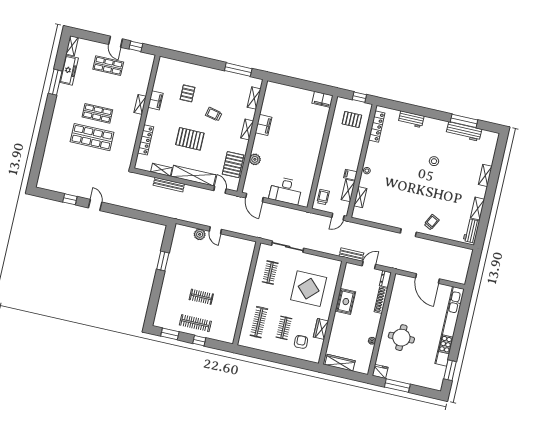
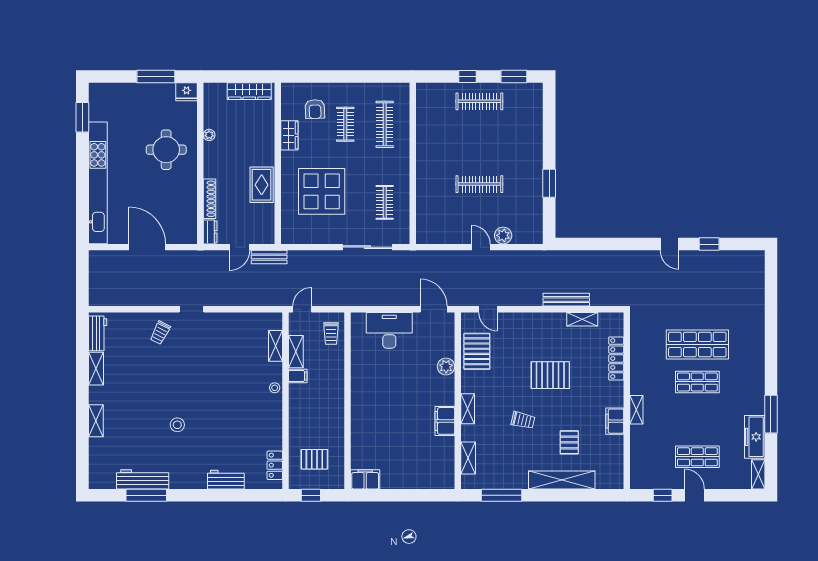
locker: (377, 126) -> (275, 465), width x0.66
shelving: (193, 176) -> (562, 480), moved
clothes rail: (201, 297) -> (479, 184), moved, width x1.36

